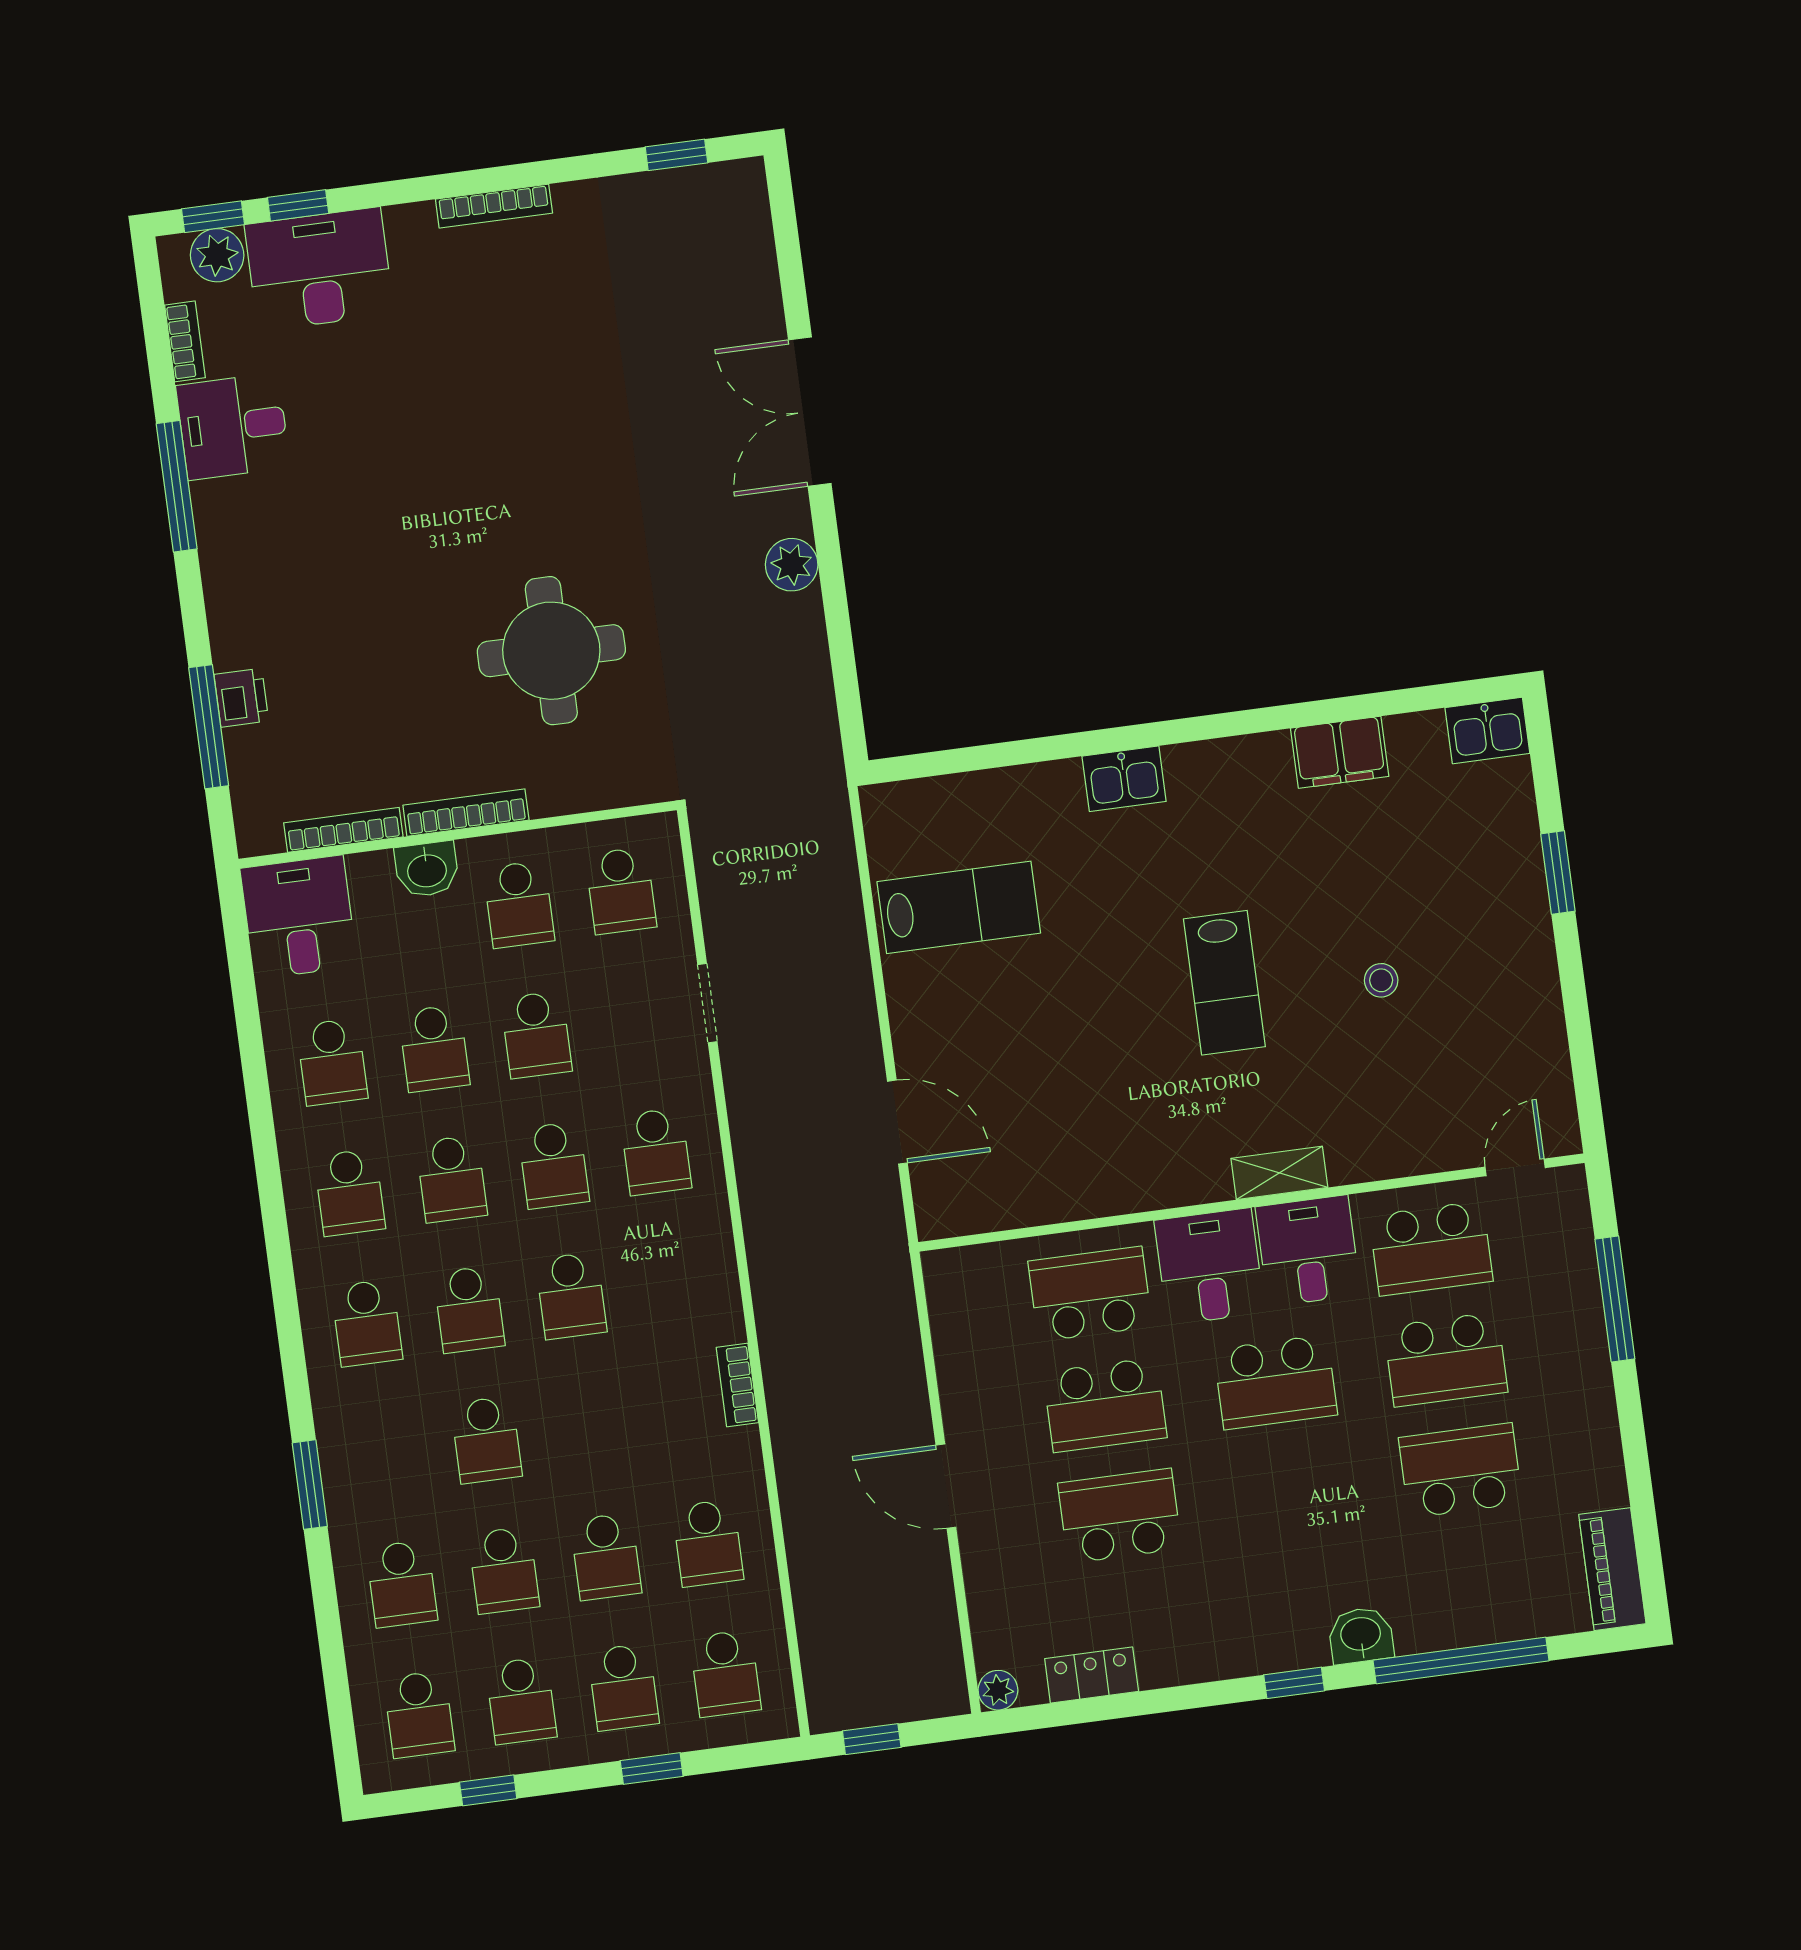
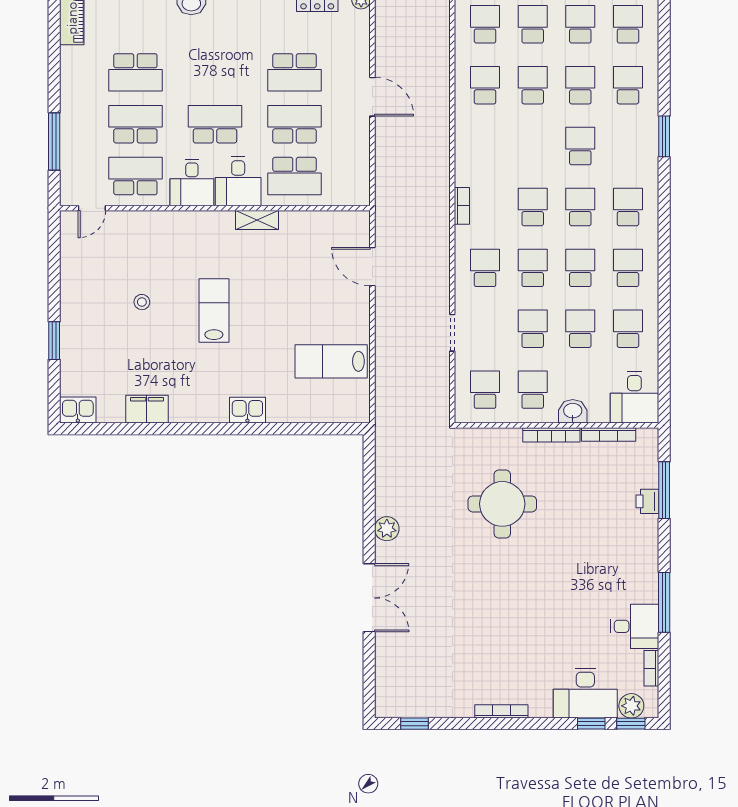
shelving: (1279, 1173) -> (257, 220), moved
bookcase: (737, 1385) -> (462, 206), moved

